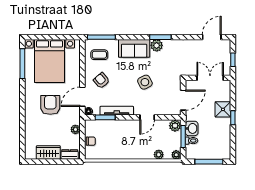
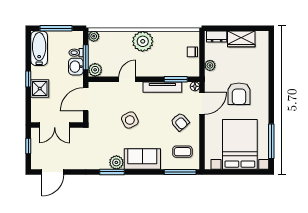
bathtub: (224, 144) -> (39, 48), added
plant: (159, 155) -> (143, 41), moved, width x1.88, depth x1.88

